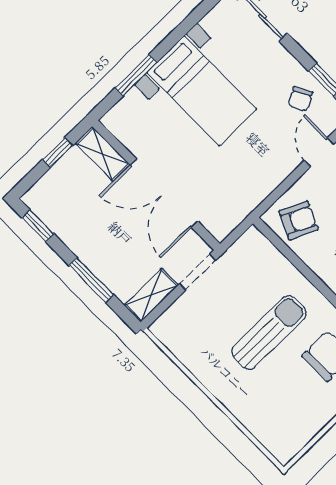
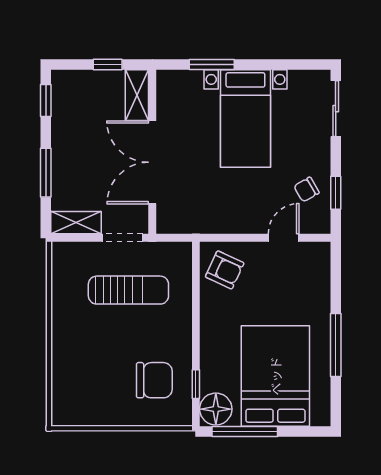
sun lounger: (269, 332) -> (128, 290), moved

